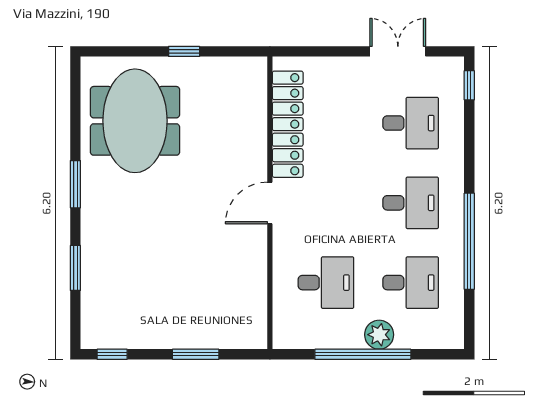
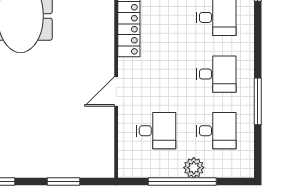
door: (270, 203) -> (116, 91), moved
window: (469, 241) -> (258, 101), width x0.68

